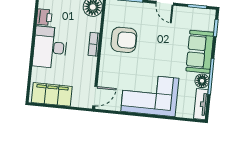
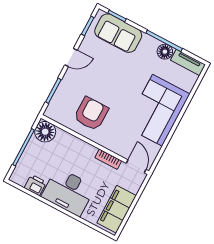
bookcase: (94, 44) -> (108, 159), moved
sofa: (200, 52) -> (118, 33), moved

